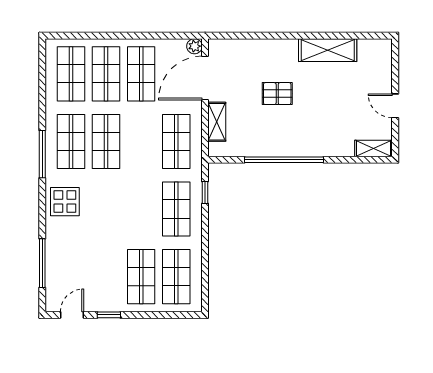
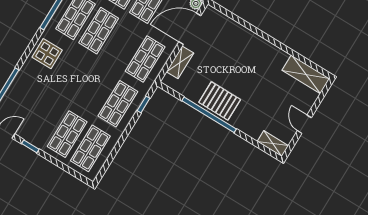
shelving: (328, 50) -> (306, 74), moved
pallet: (277, 94) -> (220, 101), moved, width x1.50, depth x1.42

